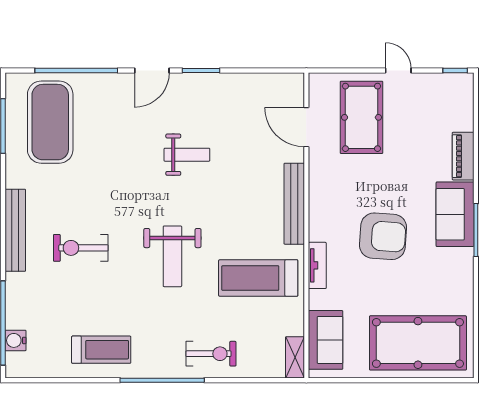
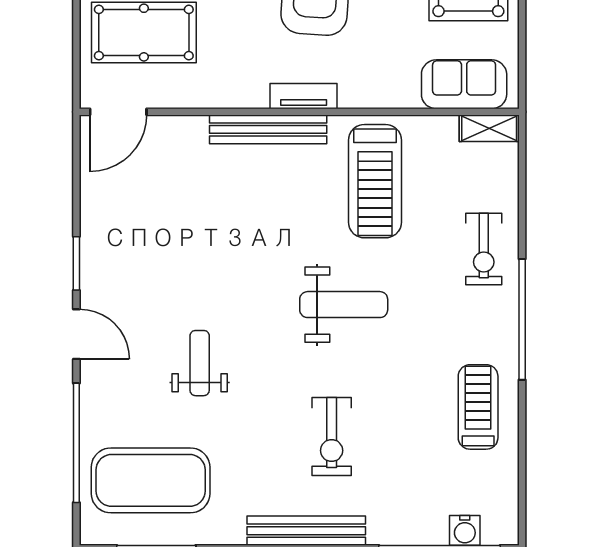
door: (306, 127) -> (118, 112), moved
weight bench: (187, 155) -> (200, 363), moved
tv unit: (317, 265) -> (304, 96), moved
exercise bike: (211, 354) -> (484, 249), turned 180

